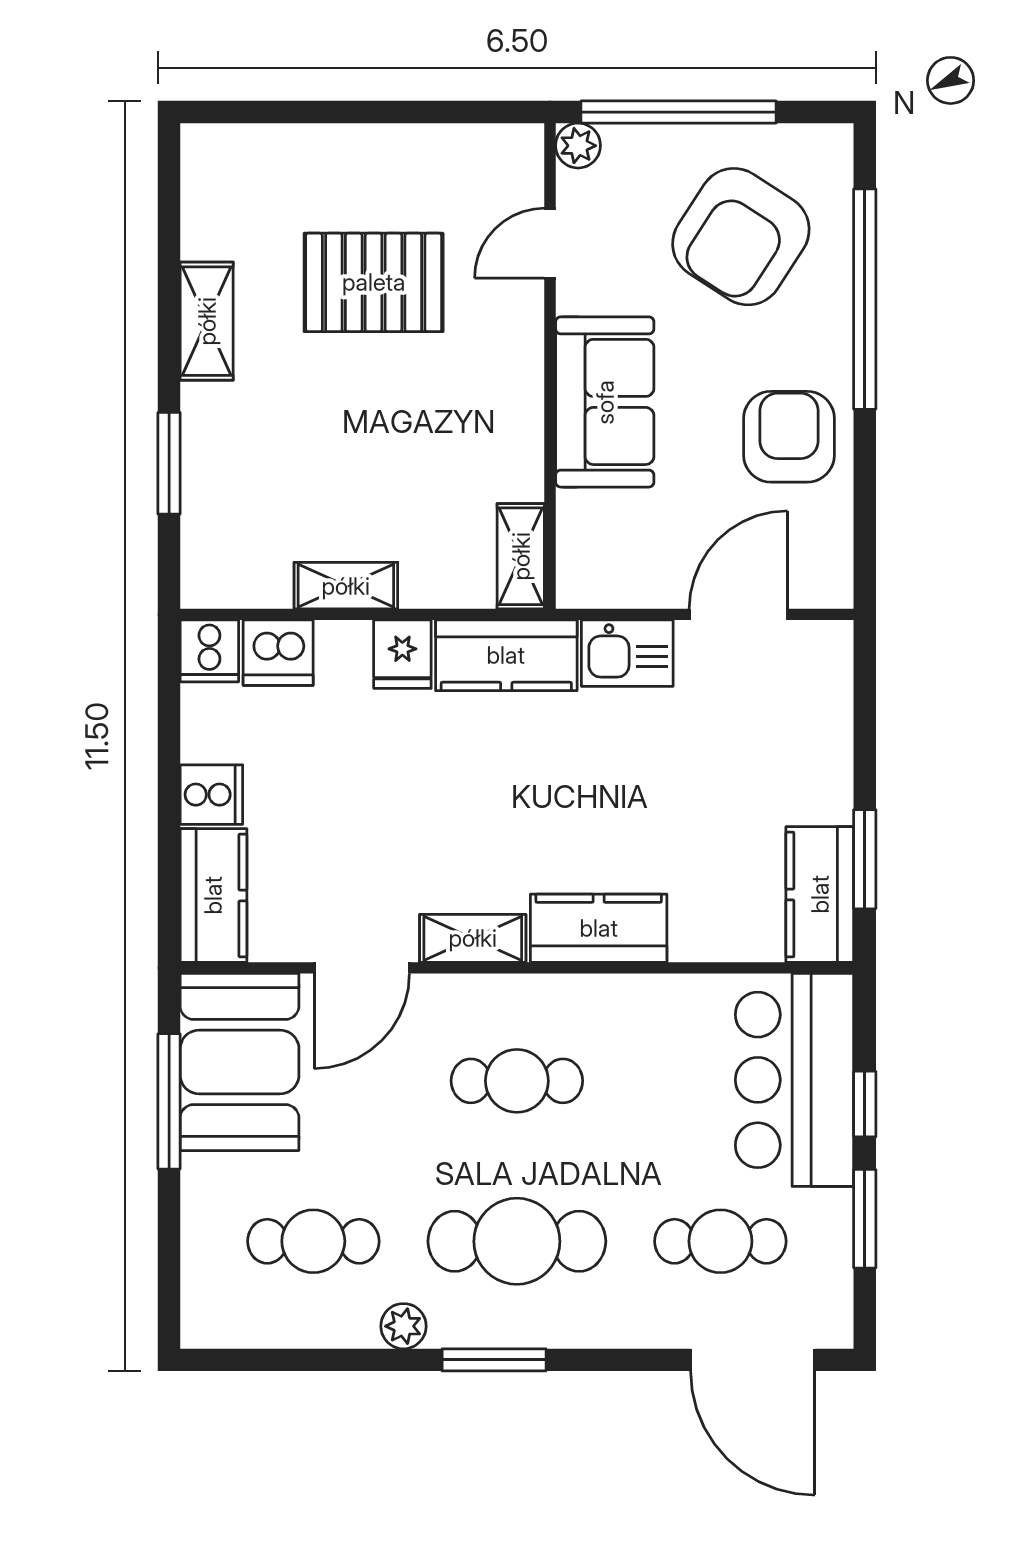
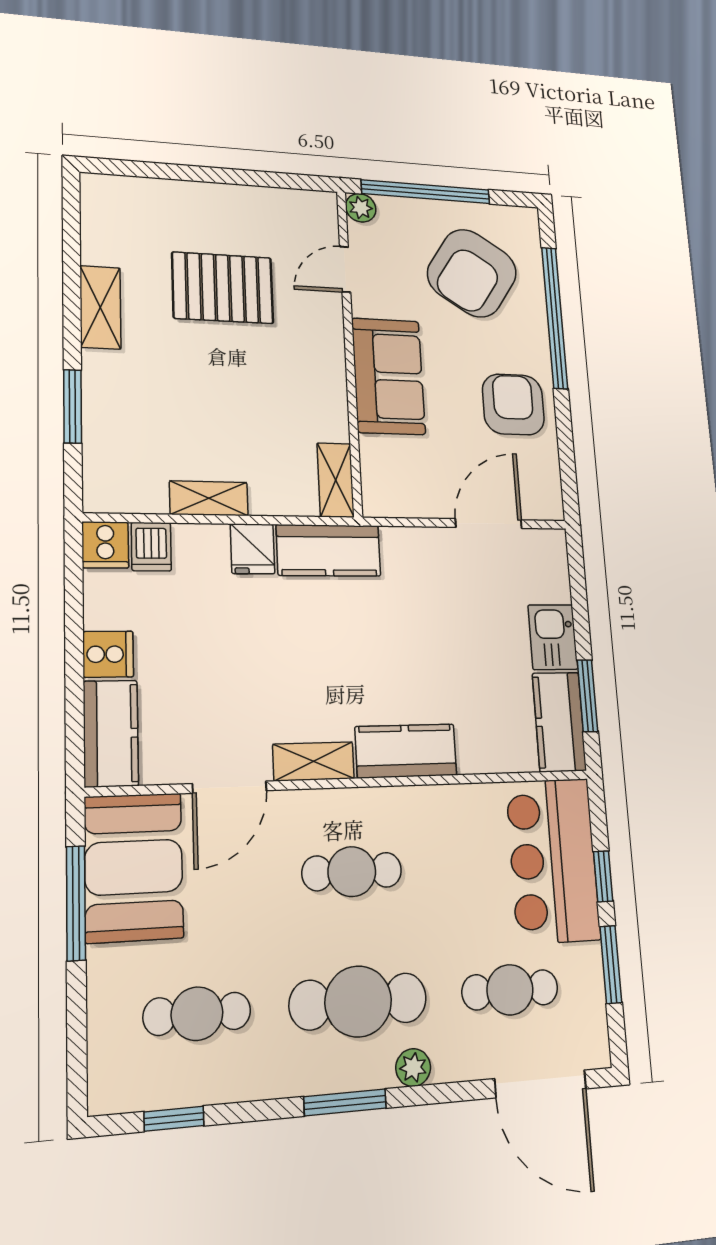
dishwasher: (278, 653) -> (151, 547), width x0.73
kitchen sink: (627, 653) -> (553, 637), moved, turned 90
plant: (403, 1326) -> (413, 1068), moved
window: (282, 1360) -> (174, 1119), added

